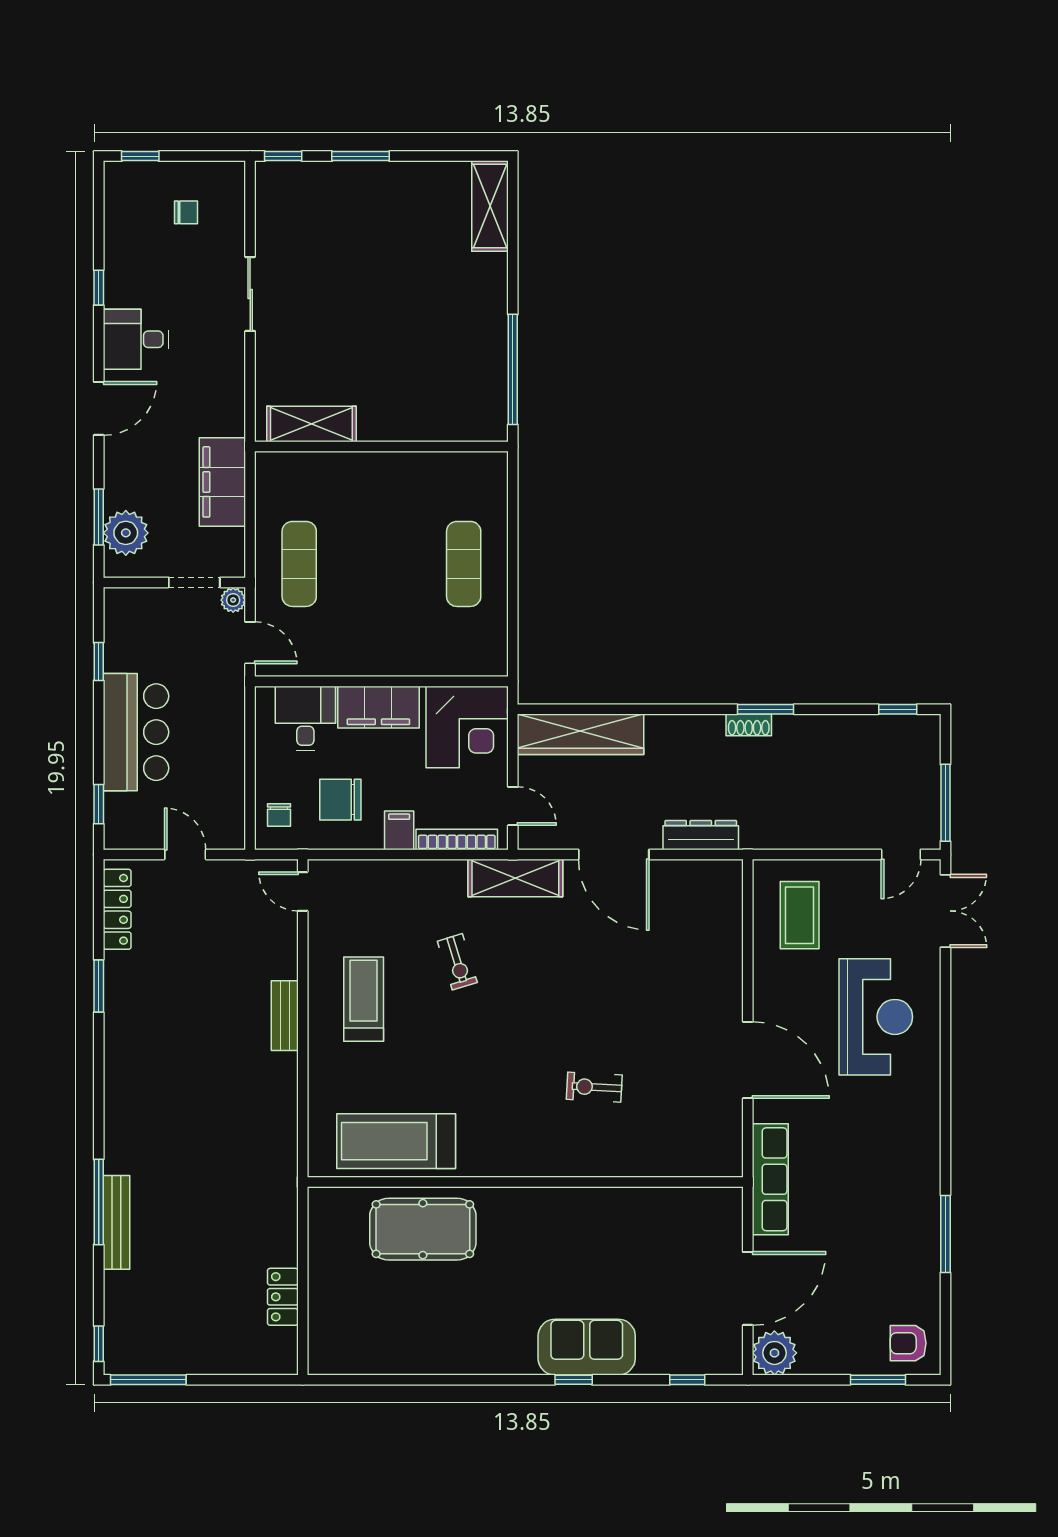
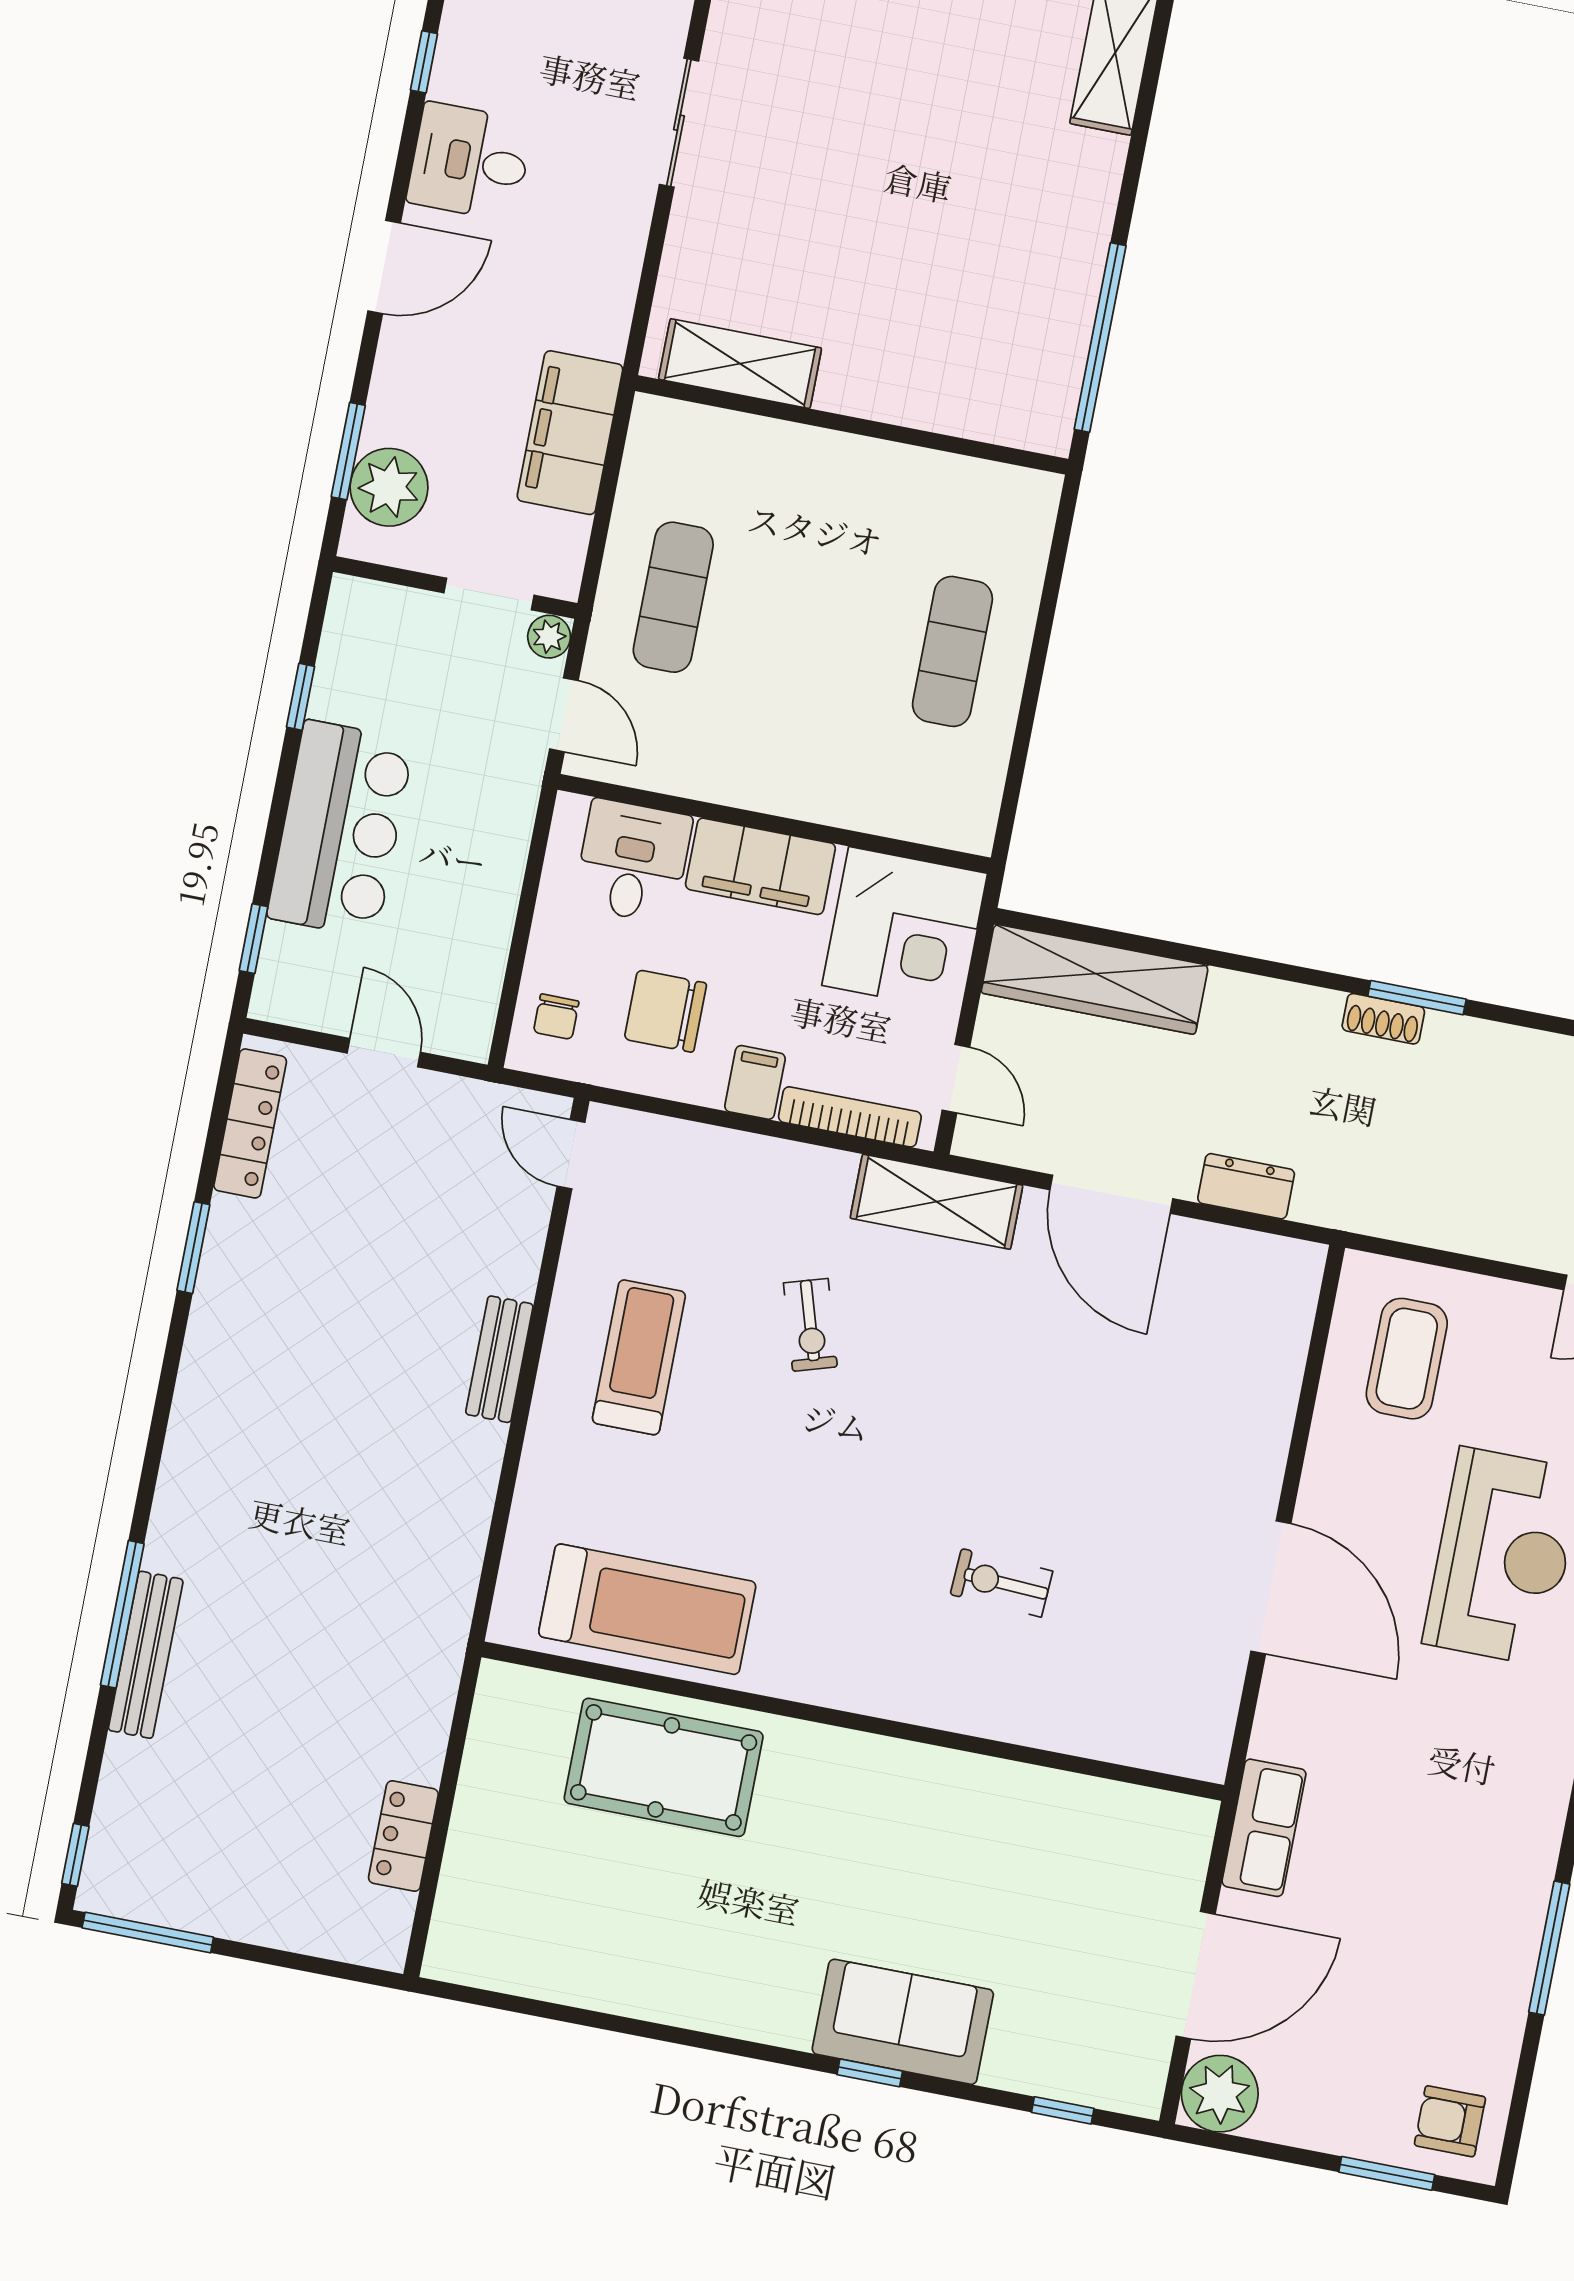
dresser: (701, 835) -> (1246, 1186), width x0.70
treadmill: (396, 1141) -> (647, 1609), turned 180
row of seats: (770, 1179) -> (1264, 1828), width x0.68

